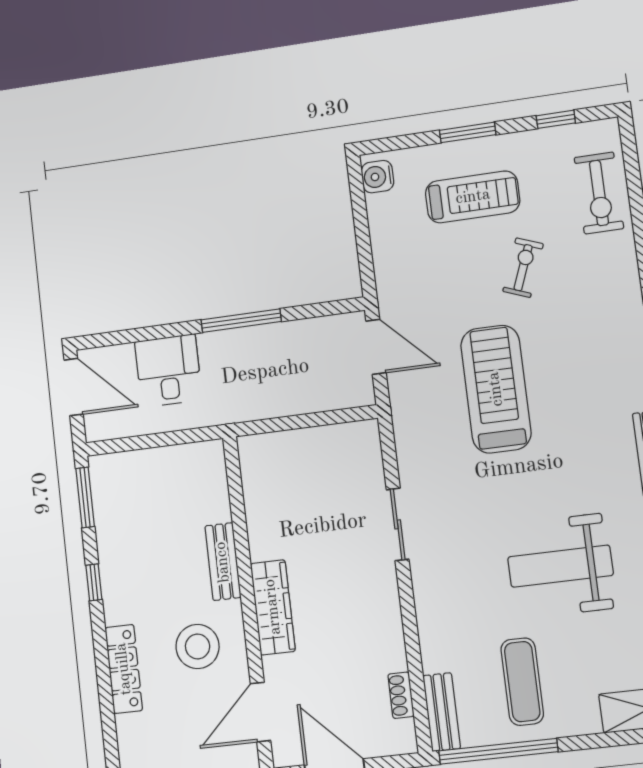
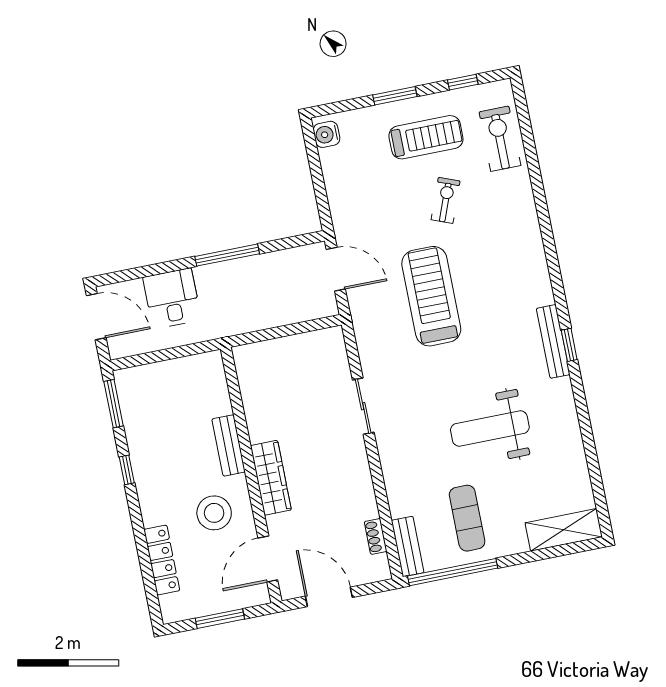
exercise bike: (599, 193) -> (500, 139), turned 180
treadmill: (473, 197) -> (426, 137), moved
locker: (124, 669) -> (162, 560), moved

